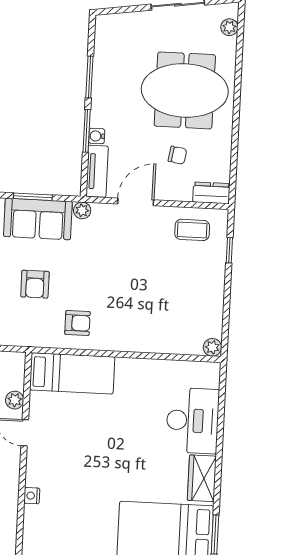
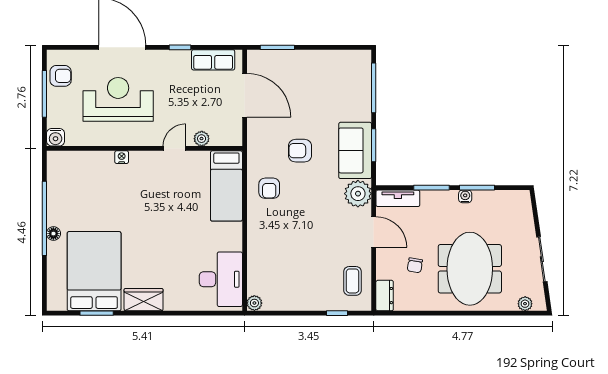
water cooler: (97, 136) -> (465, 196), moved
plant: (82, 210) -> (358, 194), width x1.87, depth x1.87
desk: (193, 421) -> (221, 279), moved, turned -90

